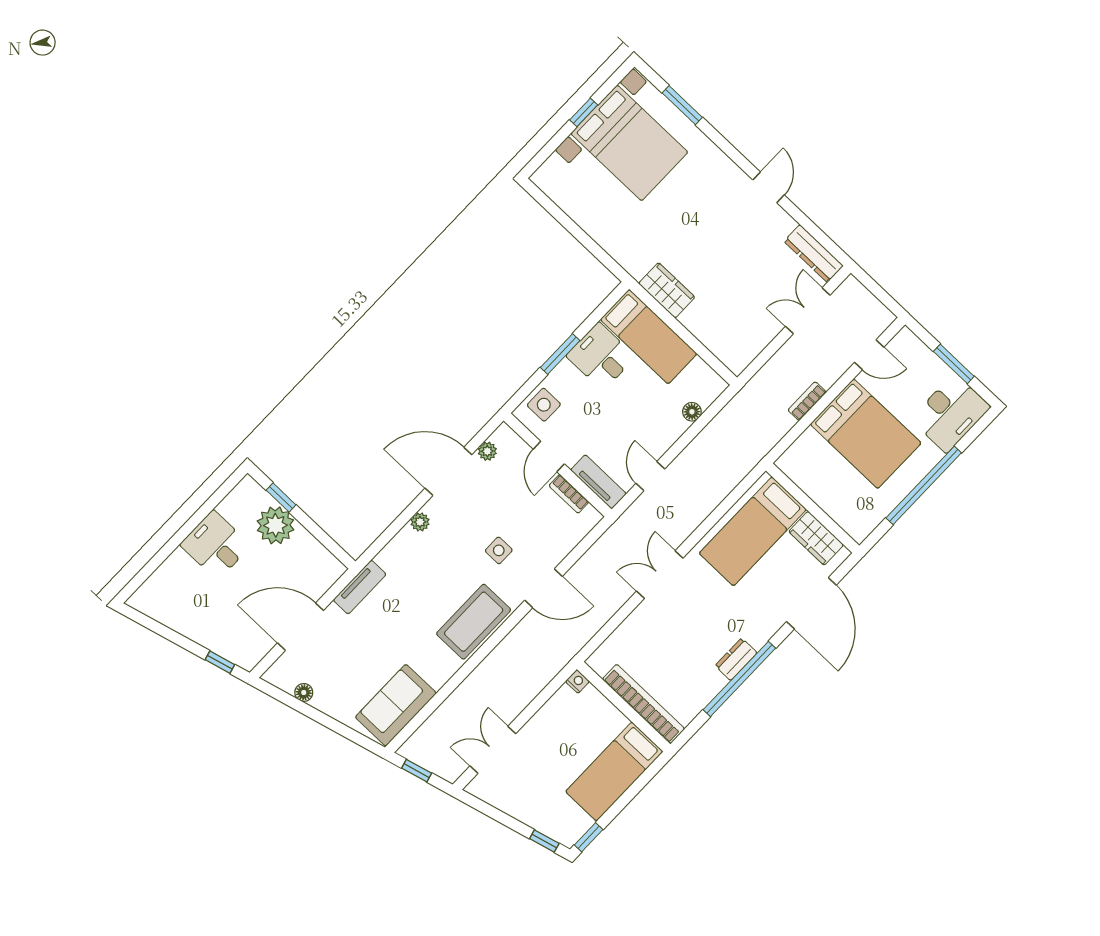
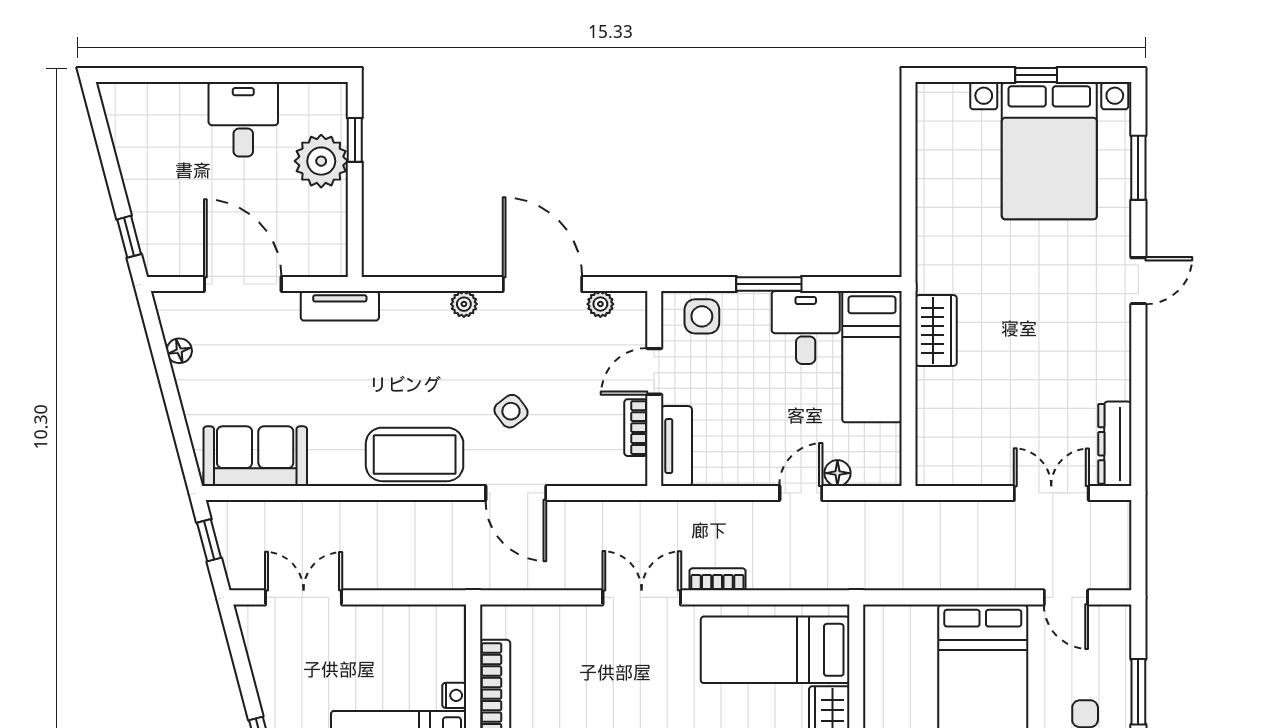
door: (769, 187) -> (1138, 281), moved
bookcase: (807, 401) -> (717, 579), moved
door: (650, 476) -> (801, 493), moved
side table: (499, 550) -> (511, 411), turned -37
nightstand: (577, 681) -> (454, 695), moved

